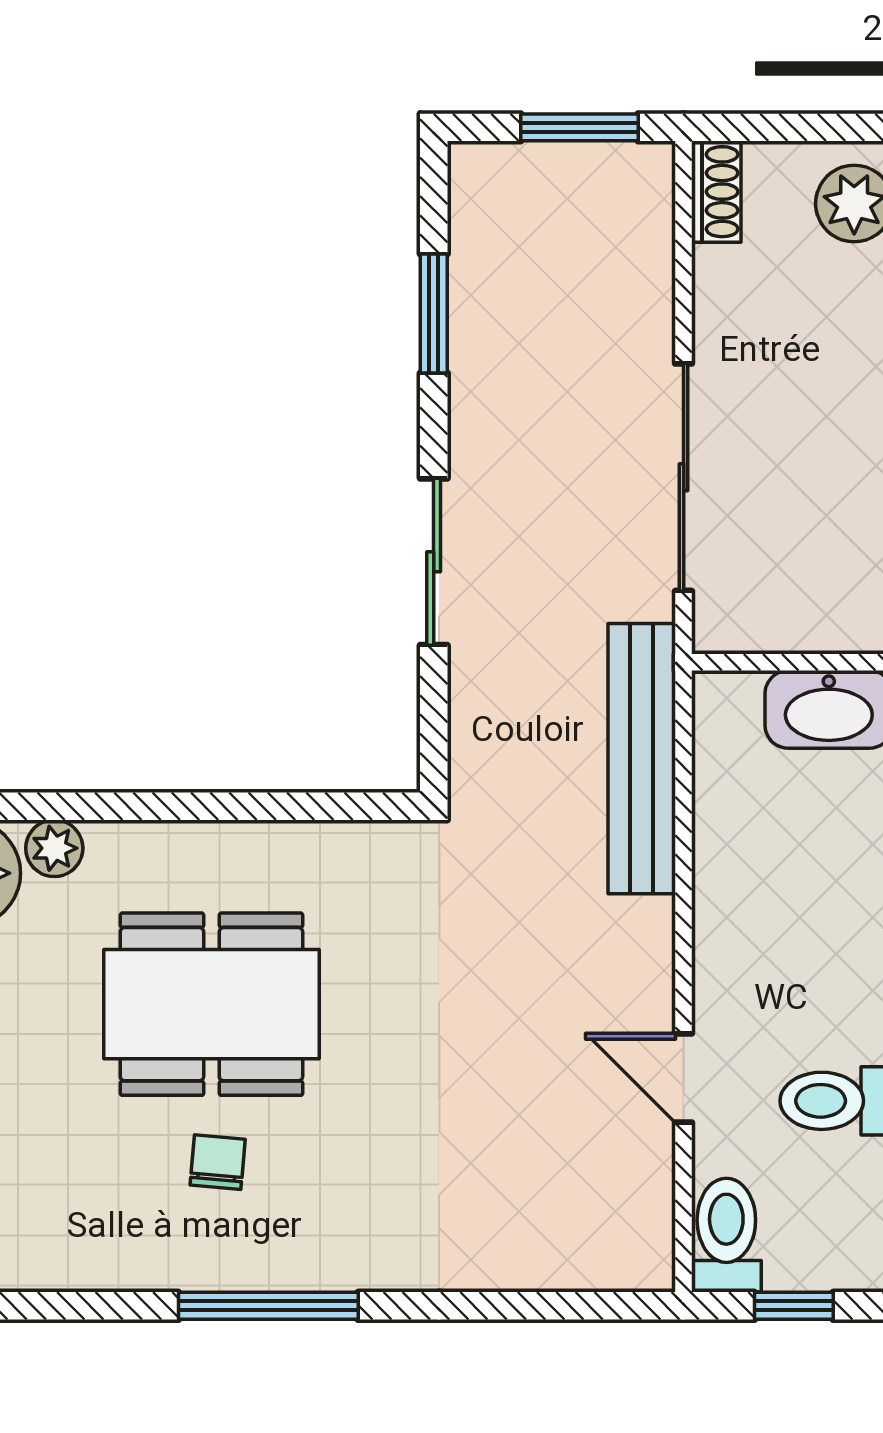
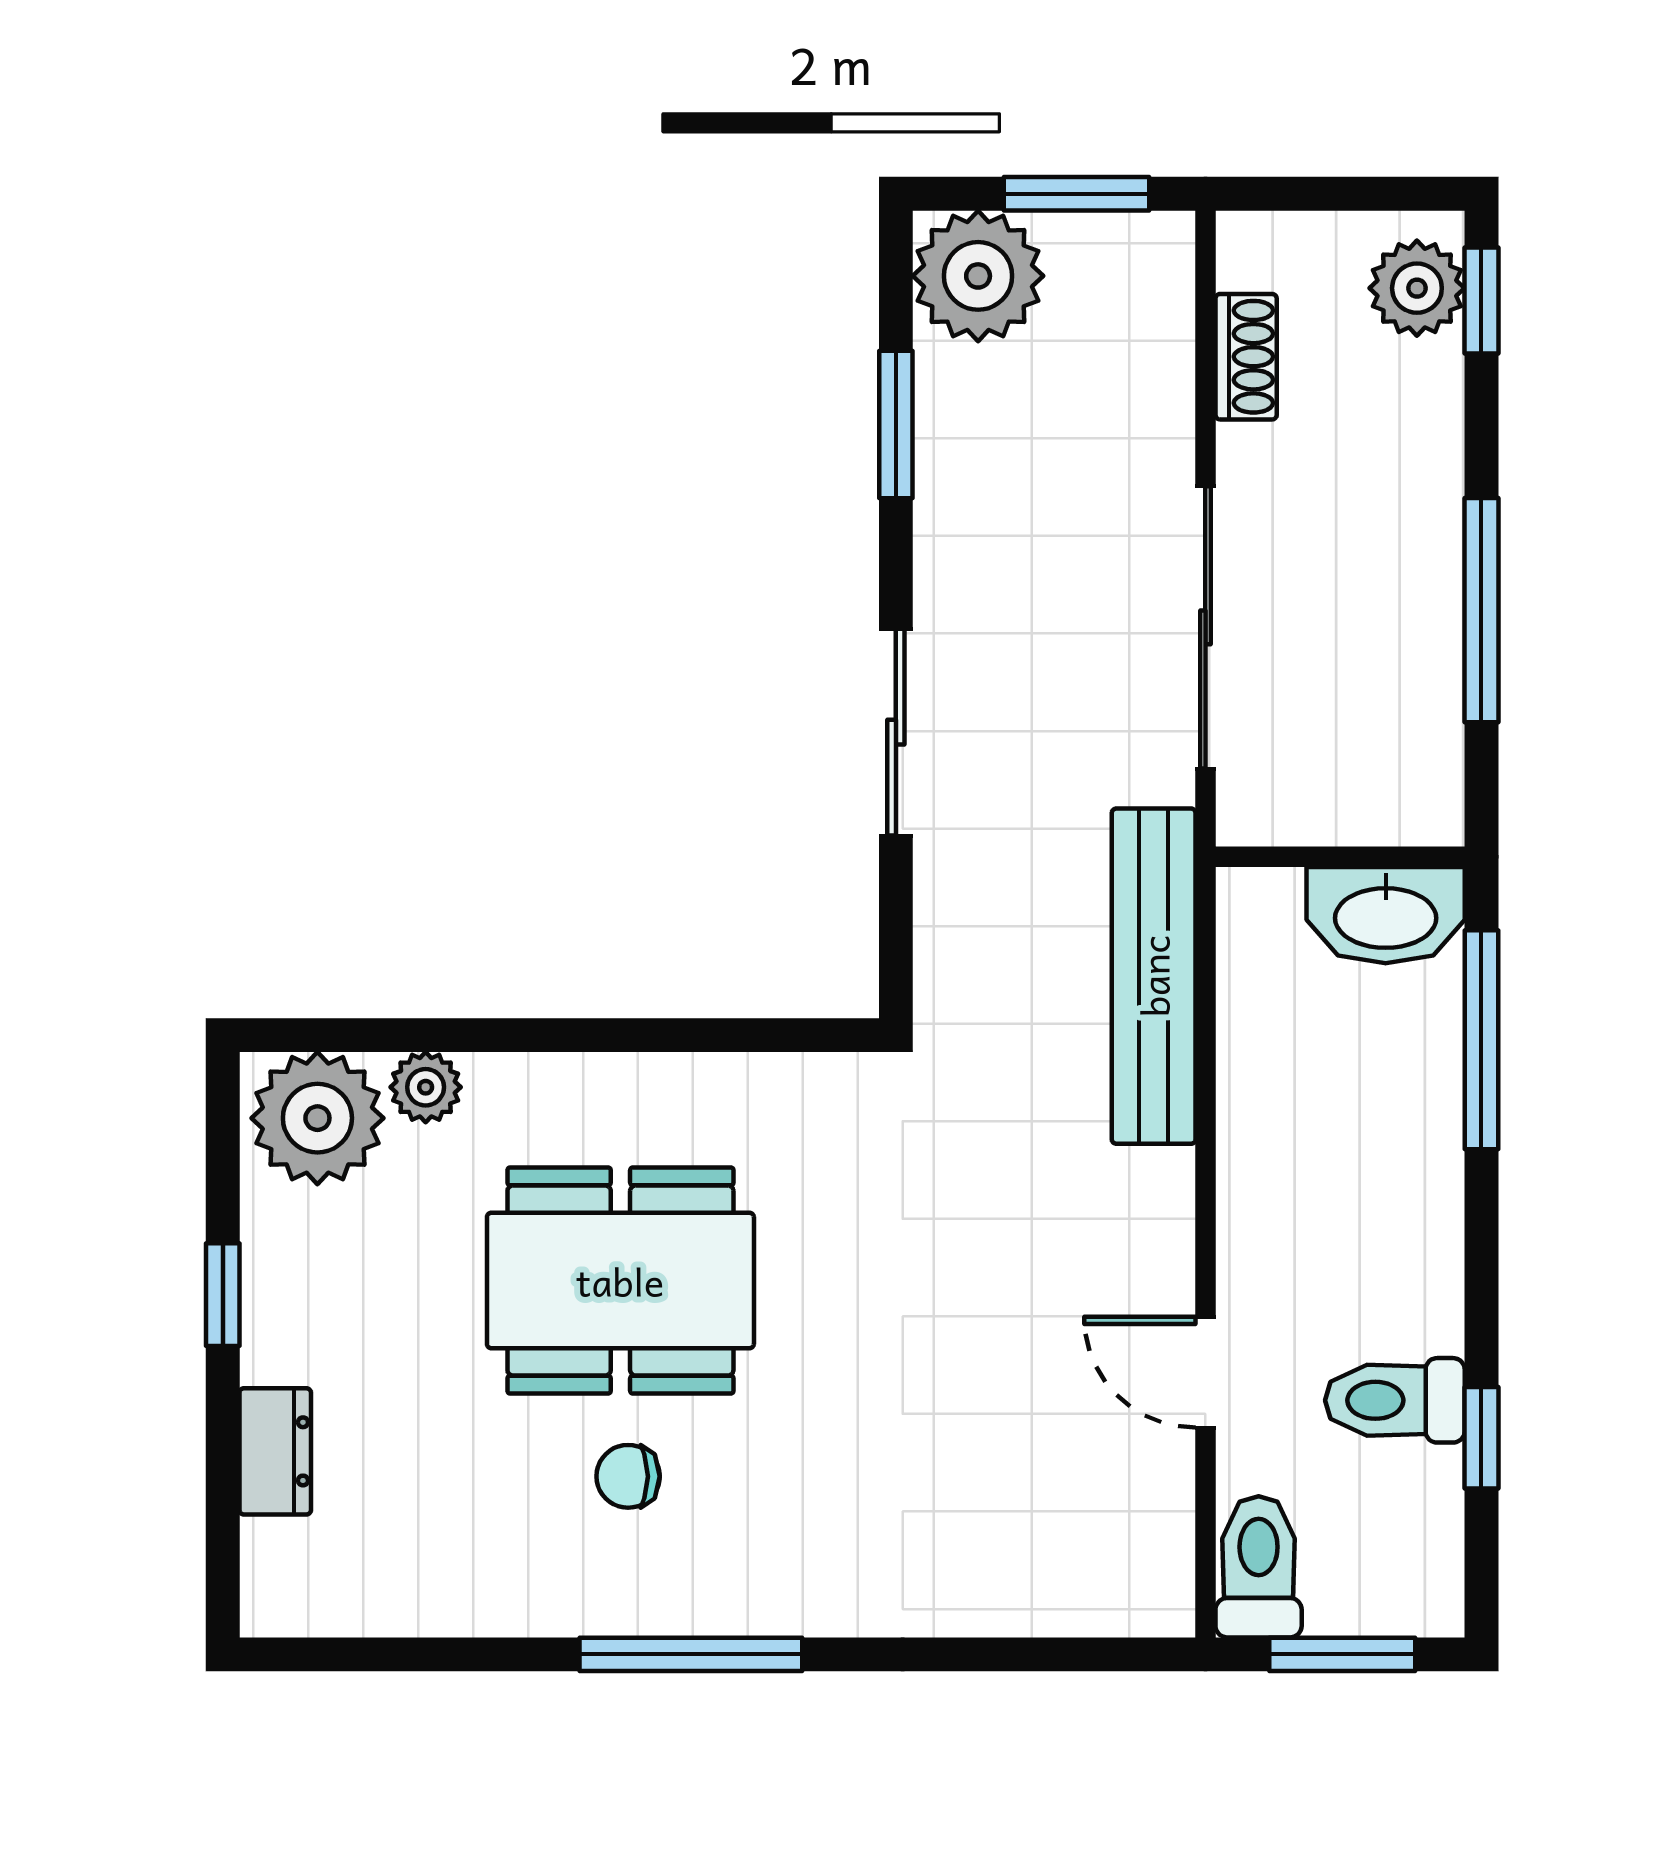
shoe rack: (716, 192) -> (1246, 357), moved
plant: (500, 194) -> (978, 276), added
chair: (218, 1162) -> (628, 1476), turned -95
window: (794, 1306) -> (1342, 1654), width x1.50

